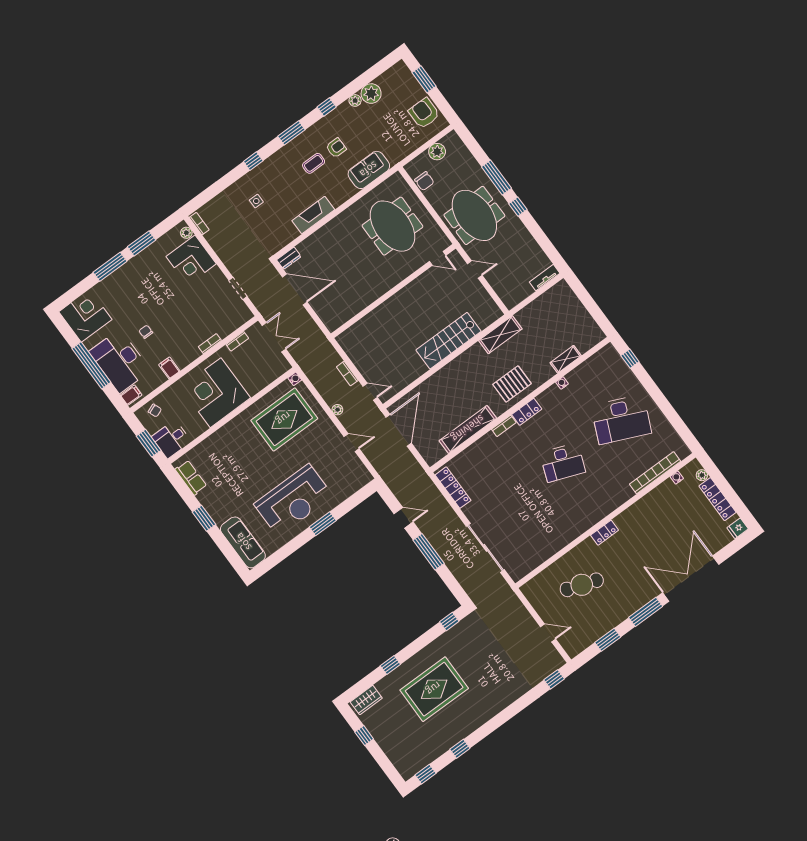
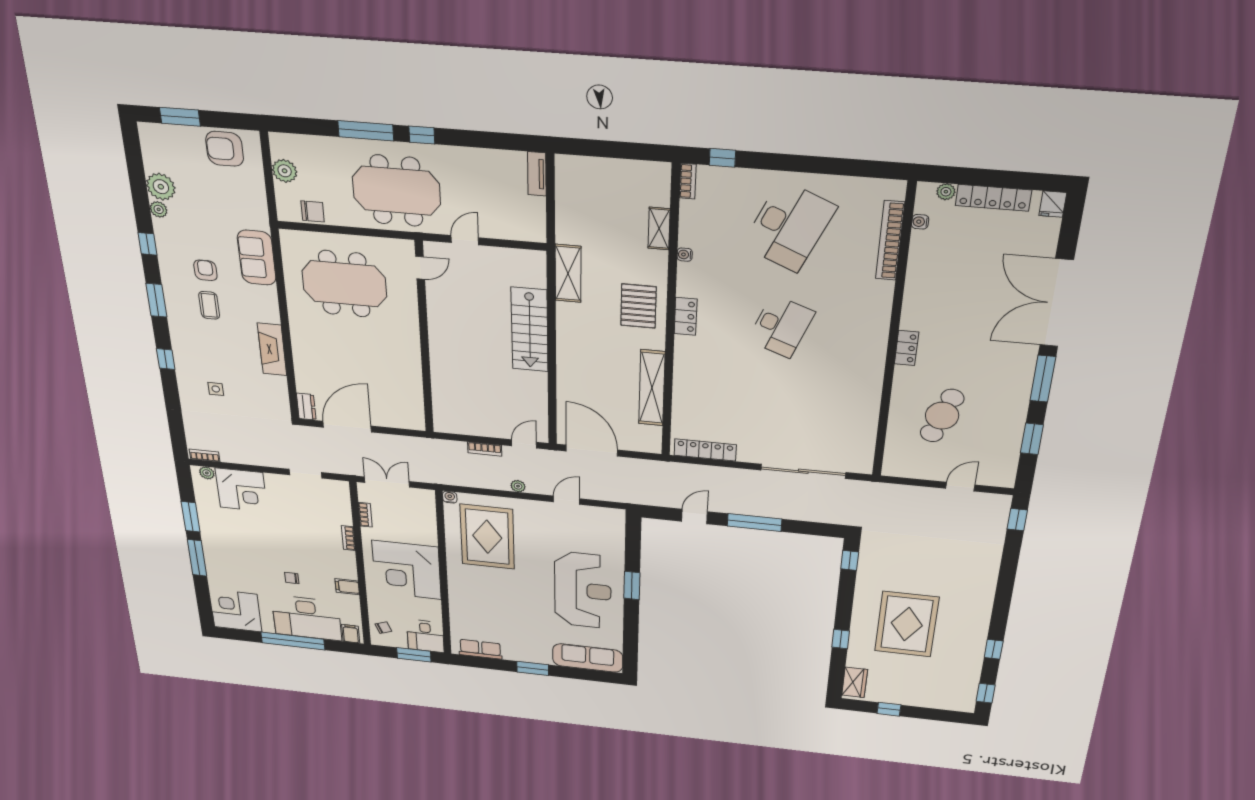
bookcase: (504, 426) -> (688, 181), moved

